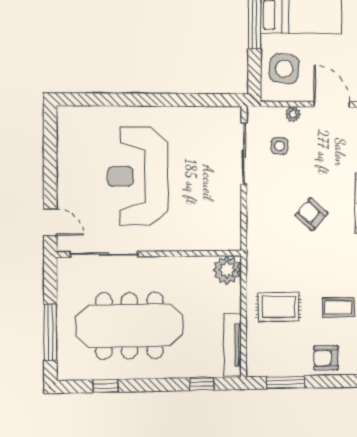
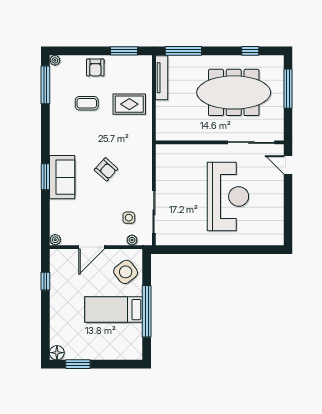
side table: (284, 69) -> (126, 272), turned 45
door: (332, 104) -> (92, 247), hinge flipped
plant: (293, 114) -> (132, 240), moved
plant: (227, 270) -> (166, 131), removed
armchair: (326, 358) -> (95, 67), turned 90
window: (202, 384) -> (183, 51), width x2.17

